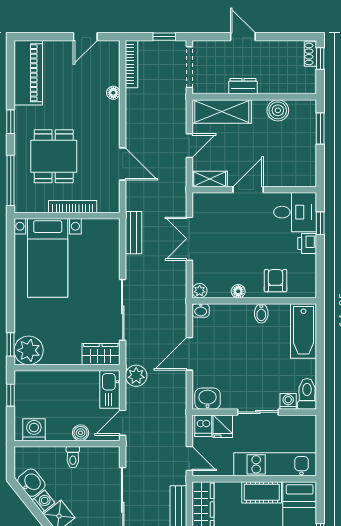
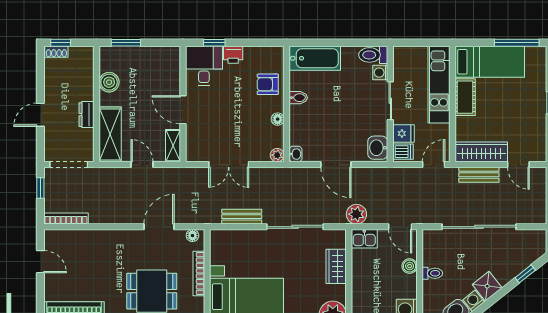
floor lamp: (113, 93) -> (192, 236), moved
bench: (134, 233) -> (242, 217), moved
wardrobe: (101, 354) -> (336, 266), moved
kitchen sink: (110, 389) -> (364, 239), width x0.73

